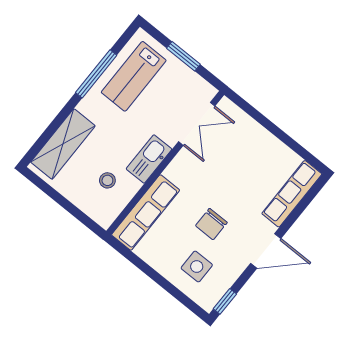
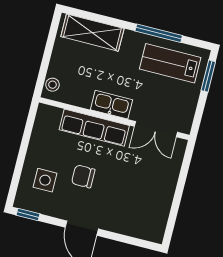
window: (183, 56) -> (208, 76), moved
stool: (107, 180) -> (52, 85), moved
row of seats: (292, 194) -> (136, 228), removed
row of seats: (146, 212) -> (94, 128), moved

